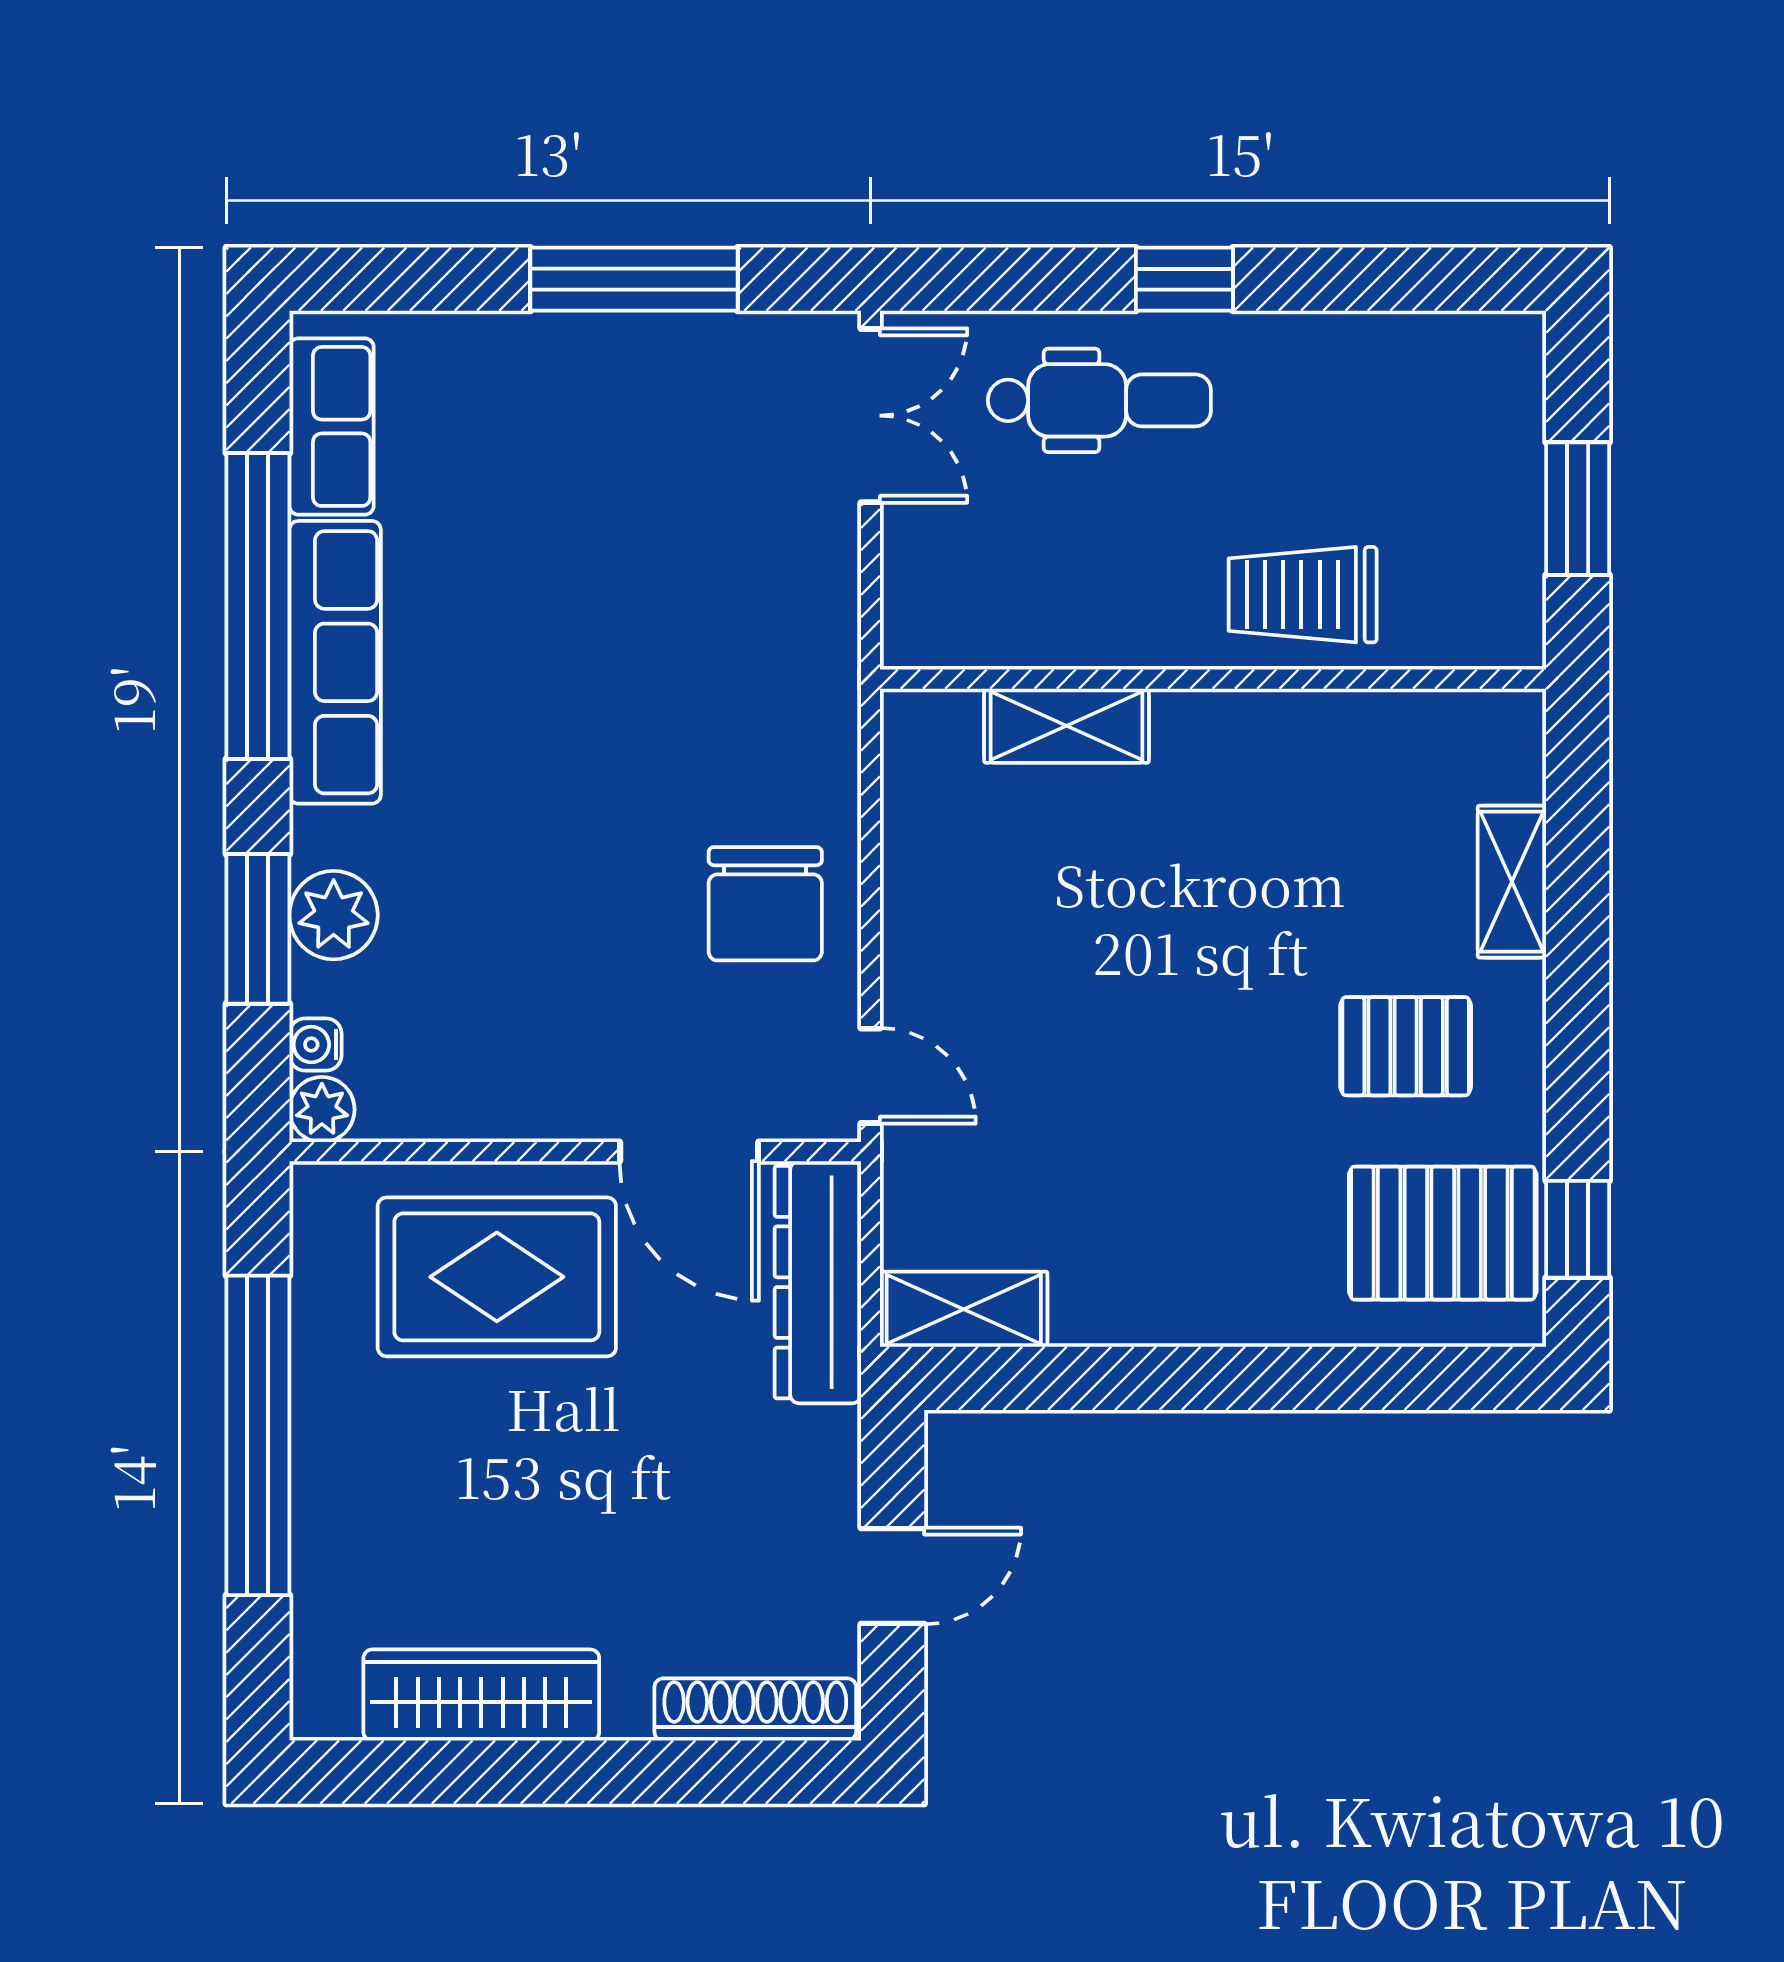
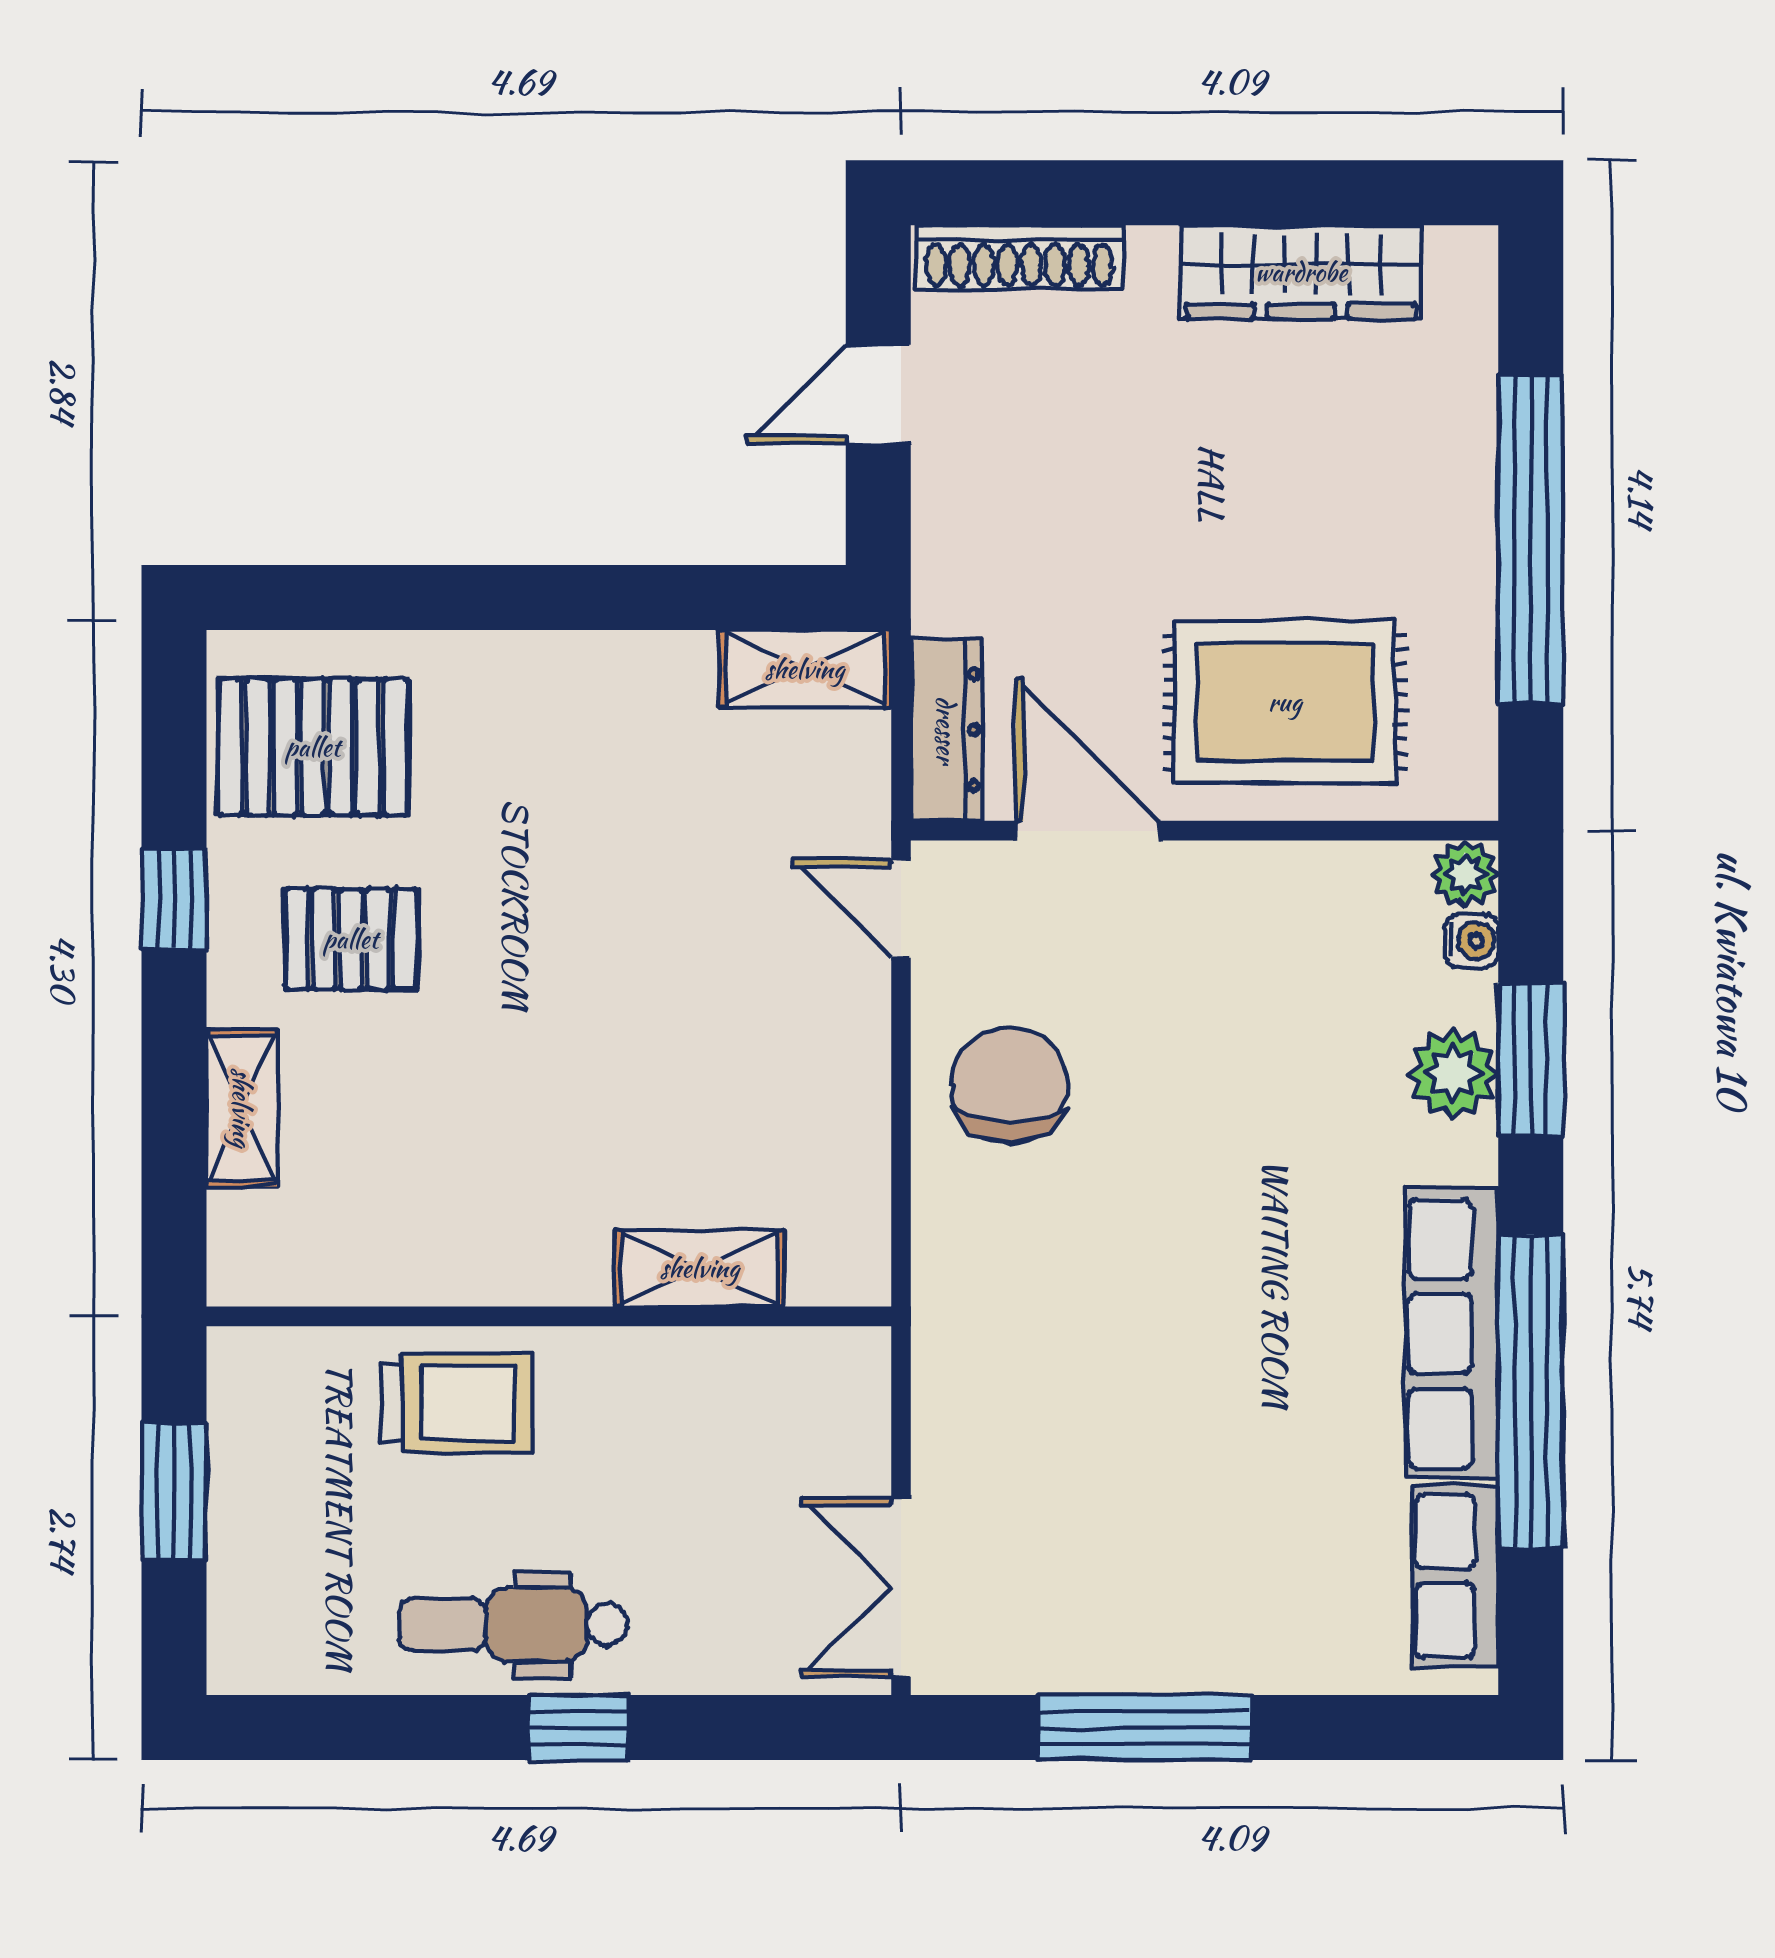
dental chair: (1099, 400) -> (513, 1625), moved
window: (1578, 1229) -> (174, 899), moved
dresser: (818, 1282) -> (946, 730), width x0.73, depth x0.80

